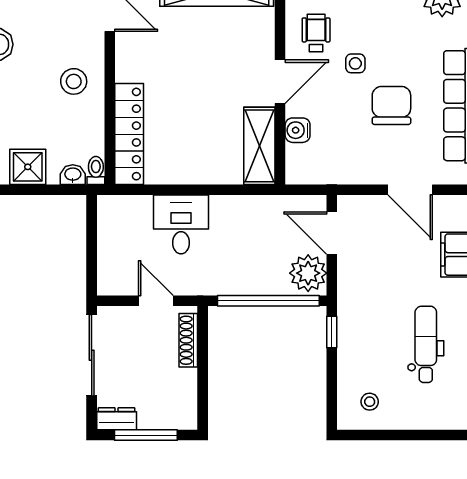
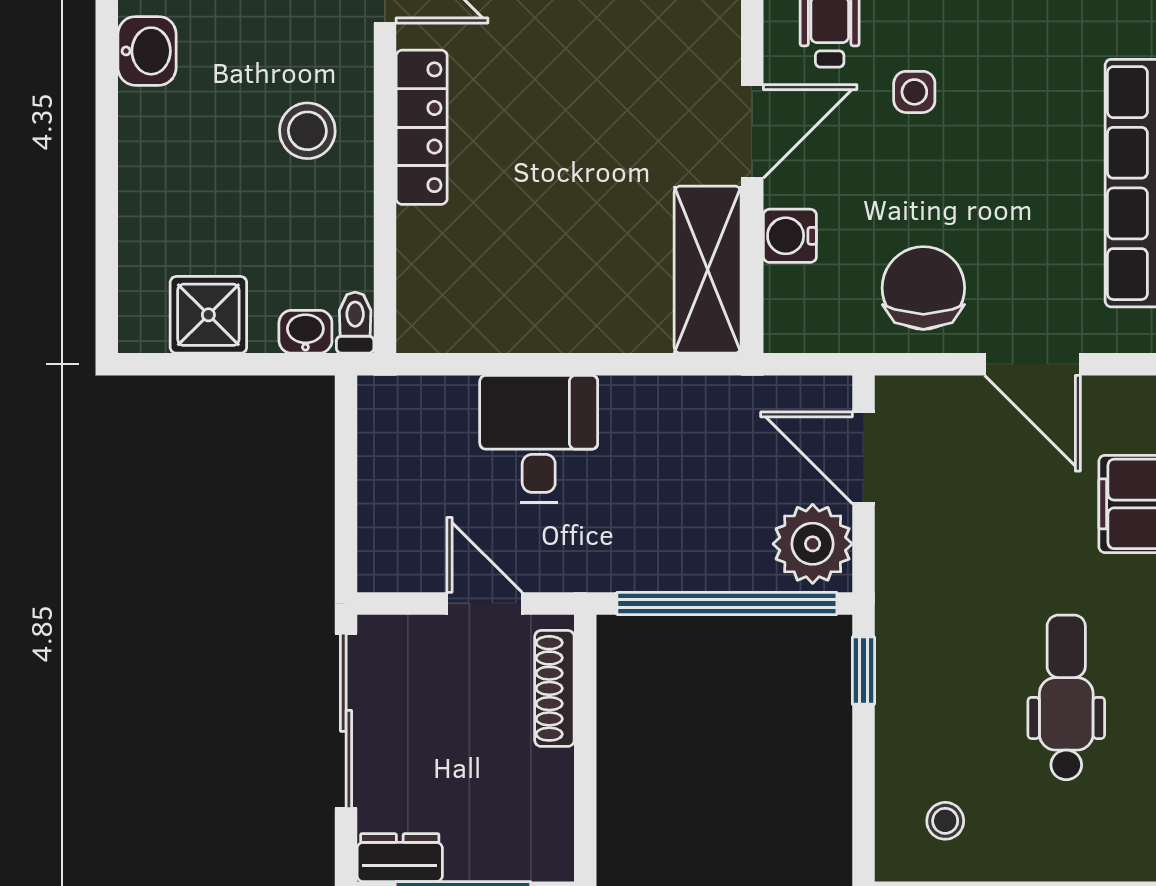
chair: (391, 105) -> (923, 288), moved
locker: (129, 134) -> (422, 127), moved, width x0.71, depth x0.83

